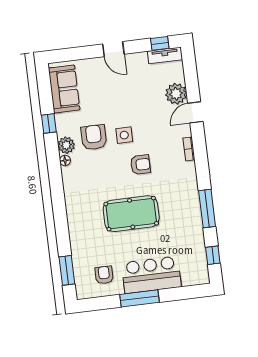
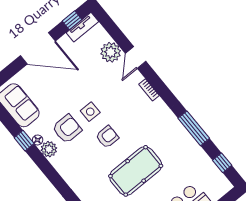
door: (113, 49) -> (38, 48), width x1.87
armchair: (94, 137) -> (67, 129), turned 90
floor lamp: (65, 160) -> (38, 140), moved
armchair: (140, 165) -> (107, 137), moved

